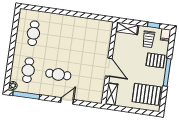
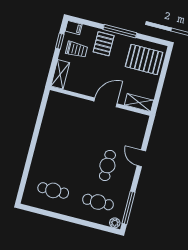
pallet: (147, 94) -> (144, 59), turned 90

